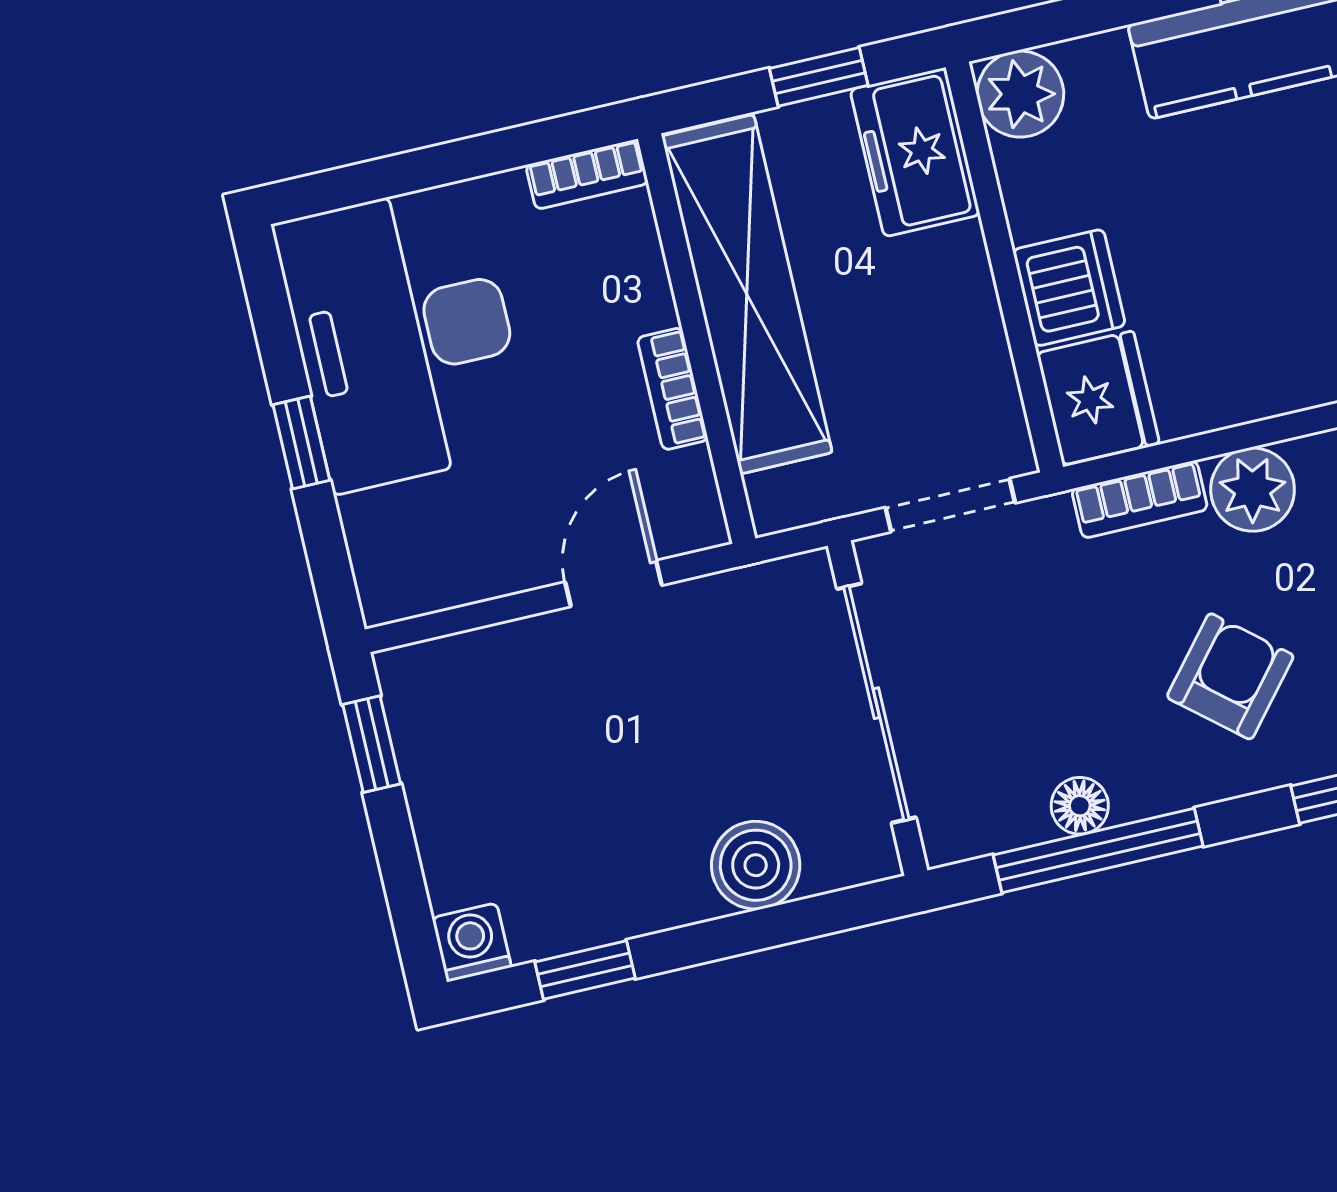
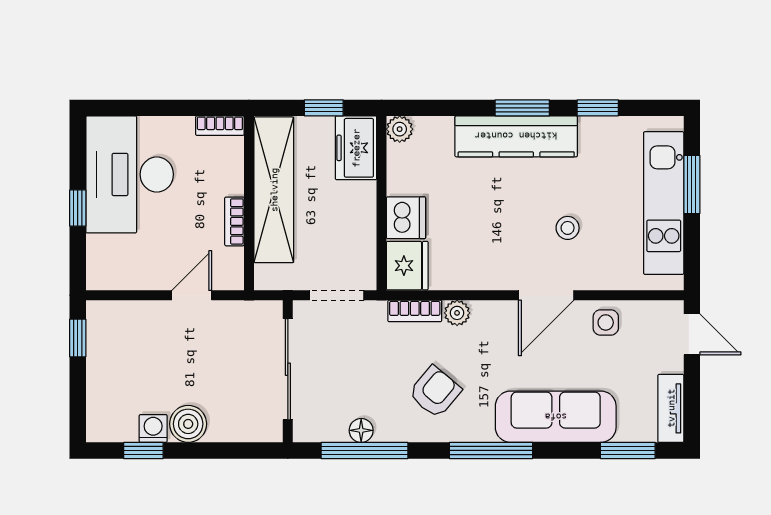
plant: (1020, 94) -> (400, 129), width x0.73, depth x0.73
plant: (1253, 490) -> (457, 313), width x0.73, depth x0.73
boiler: (756, 865) -> (188, 424), moved
washing machine: (472, 942) -> (153, 428), moved

